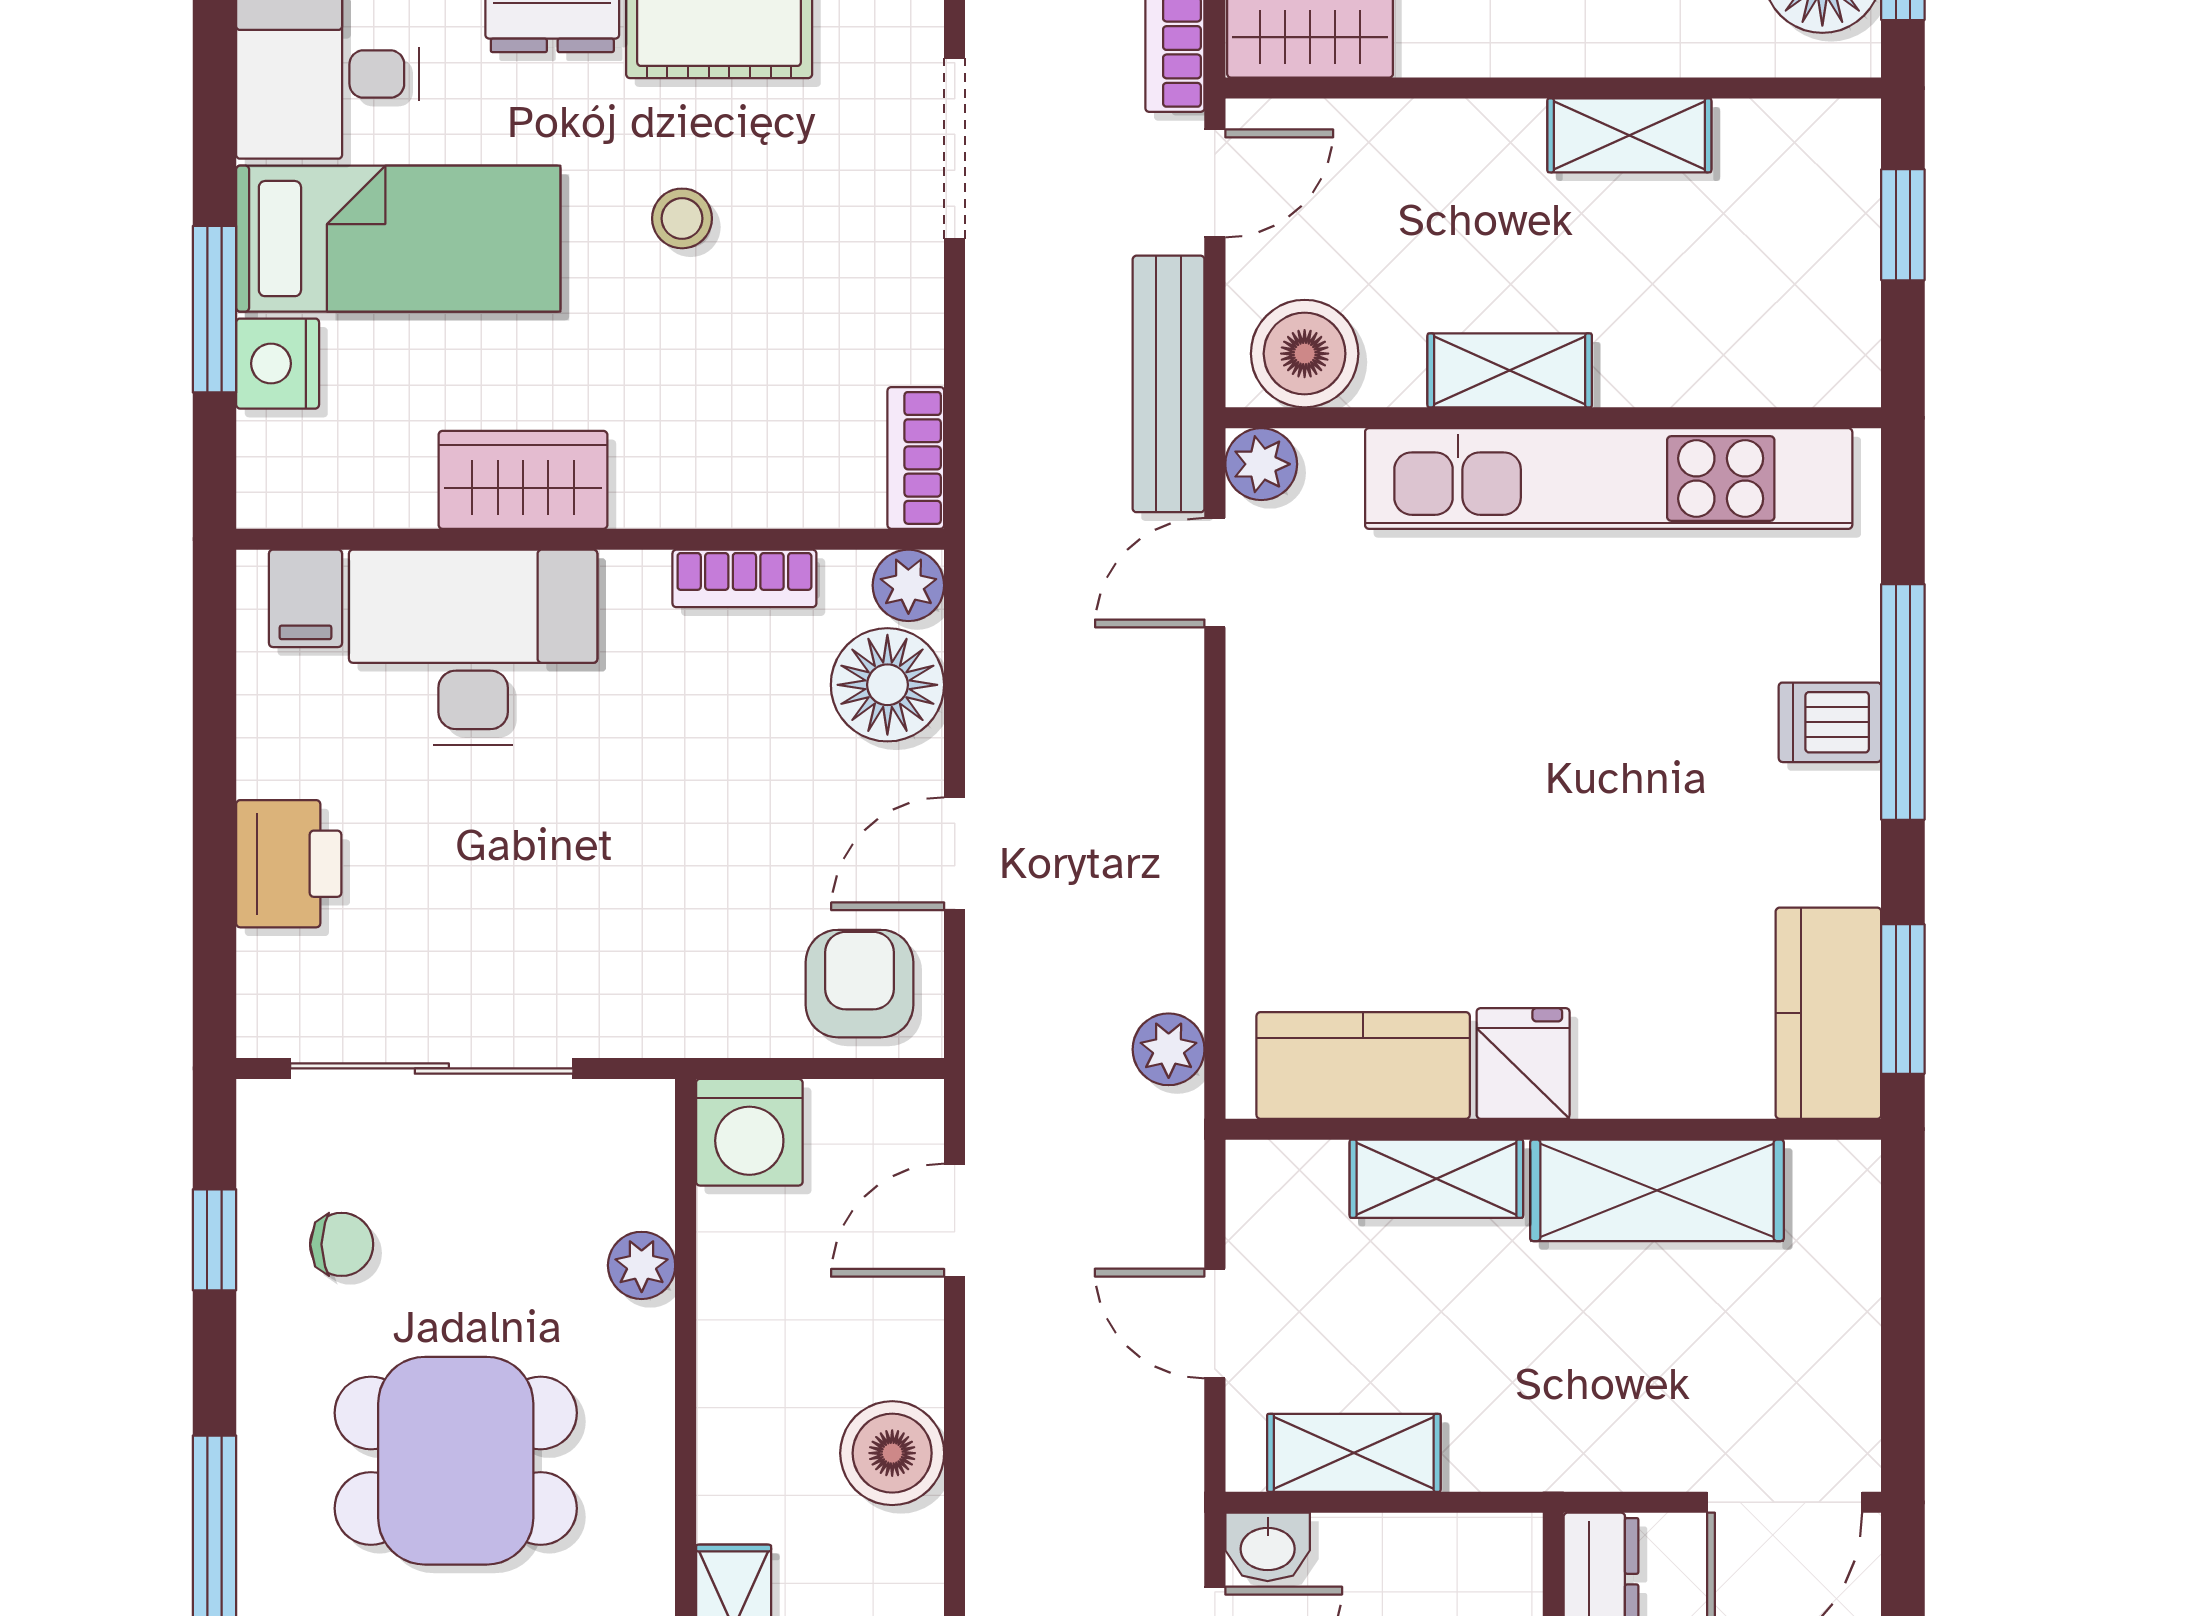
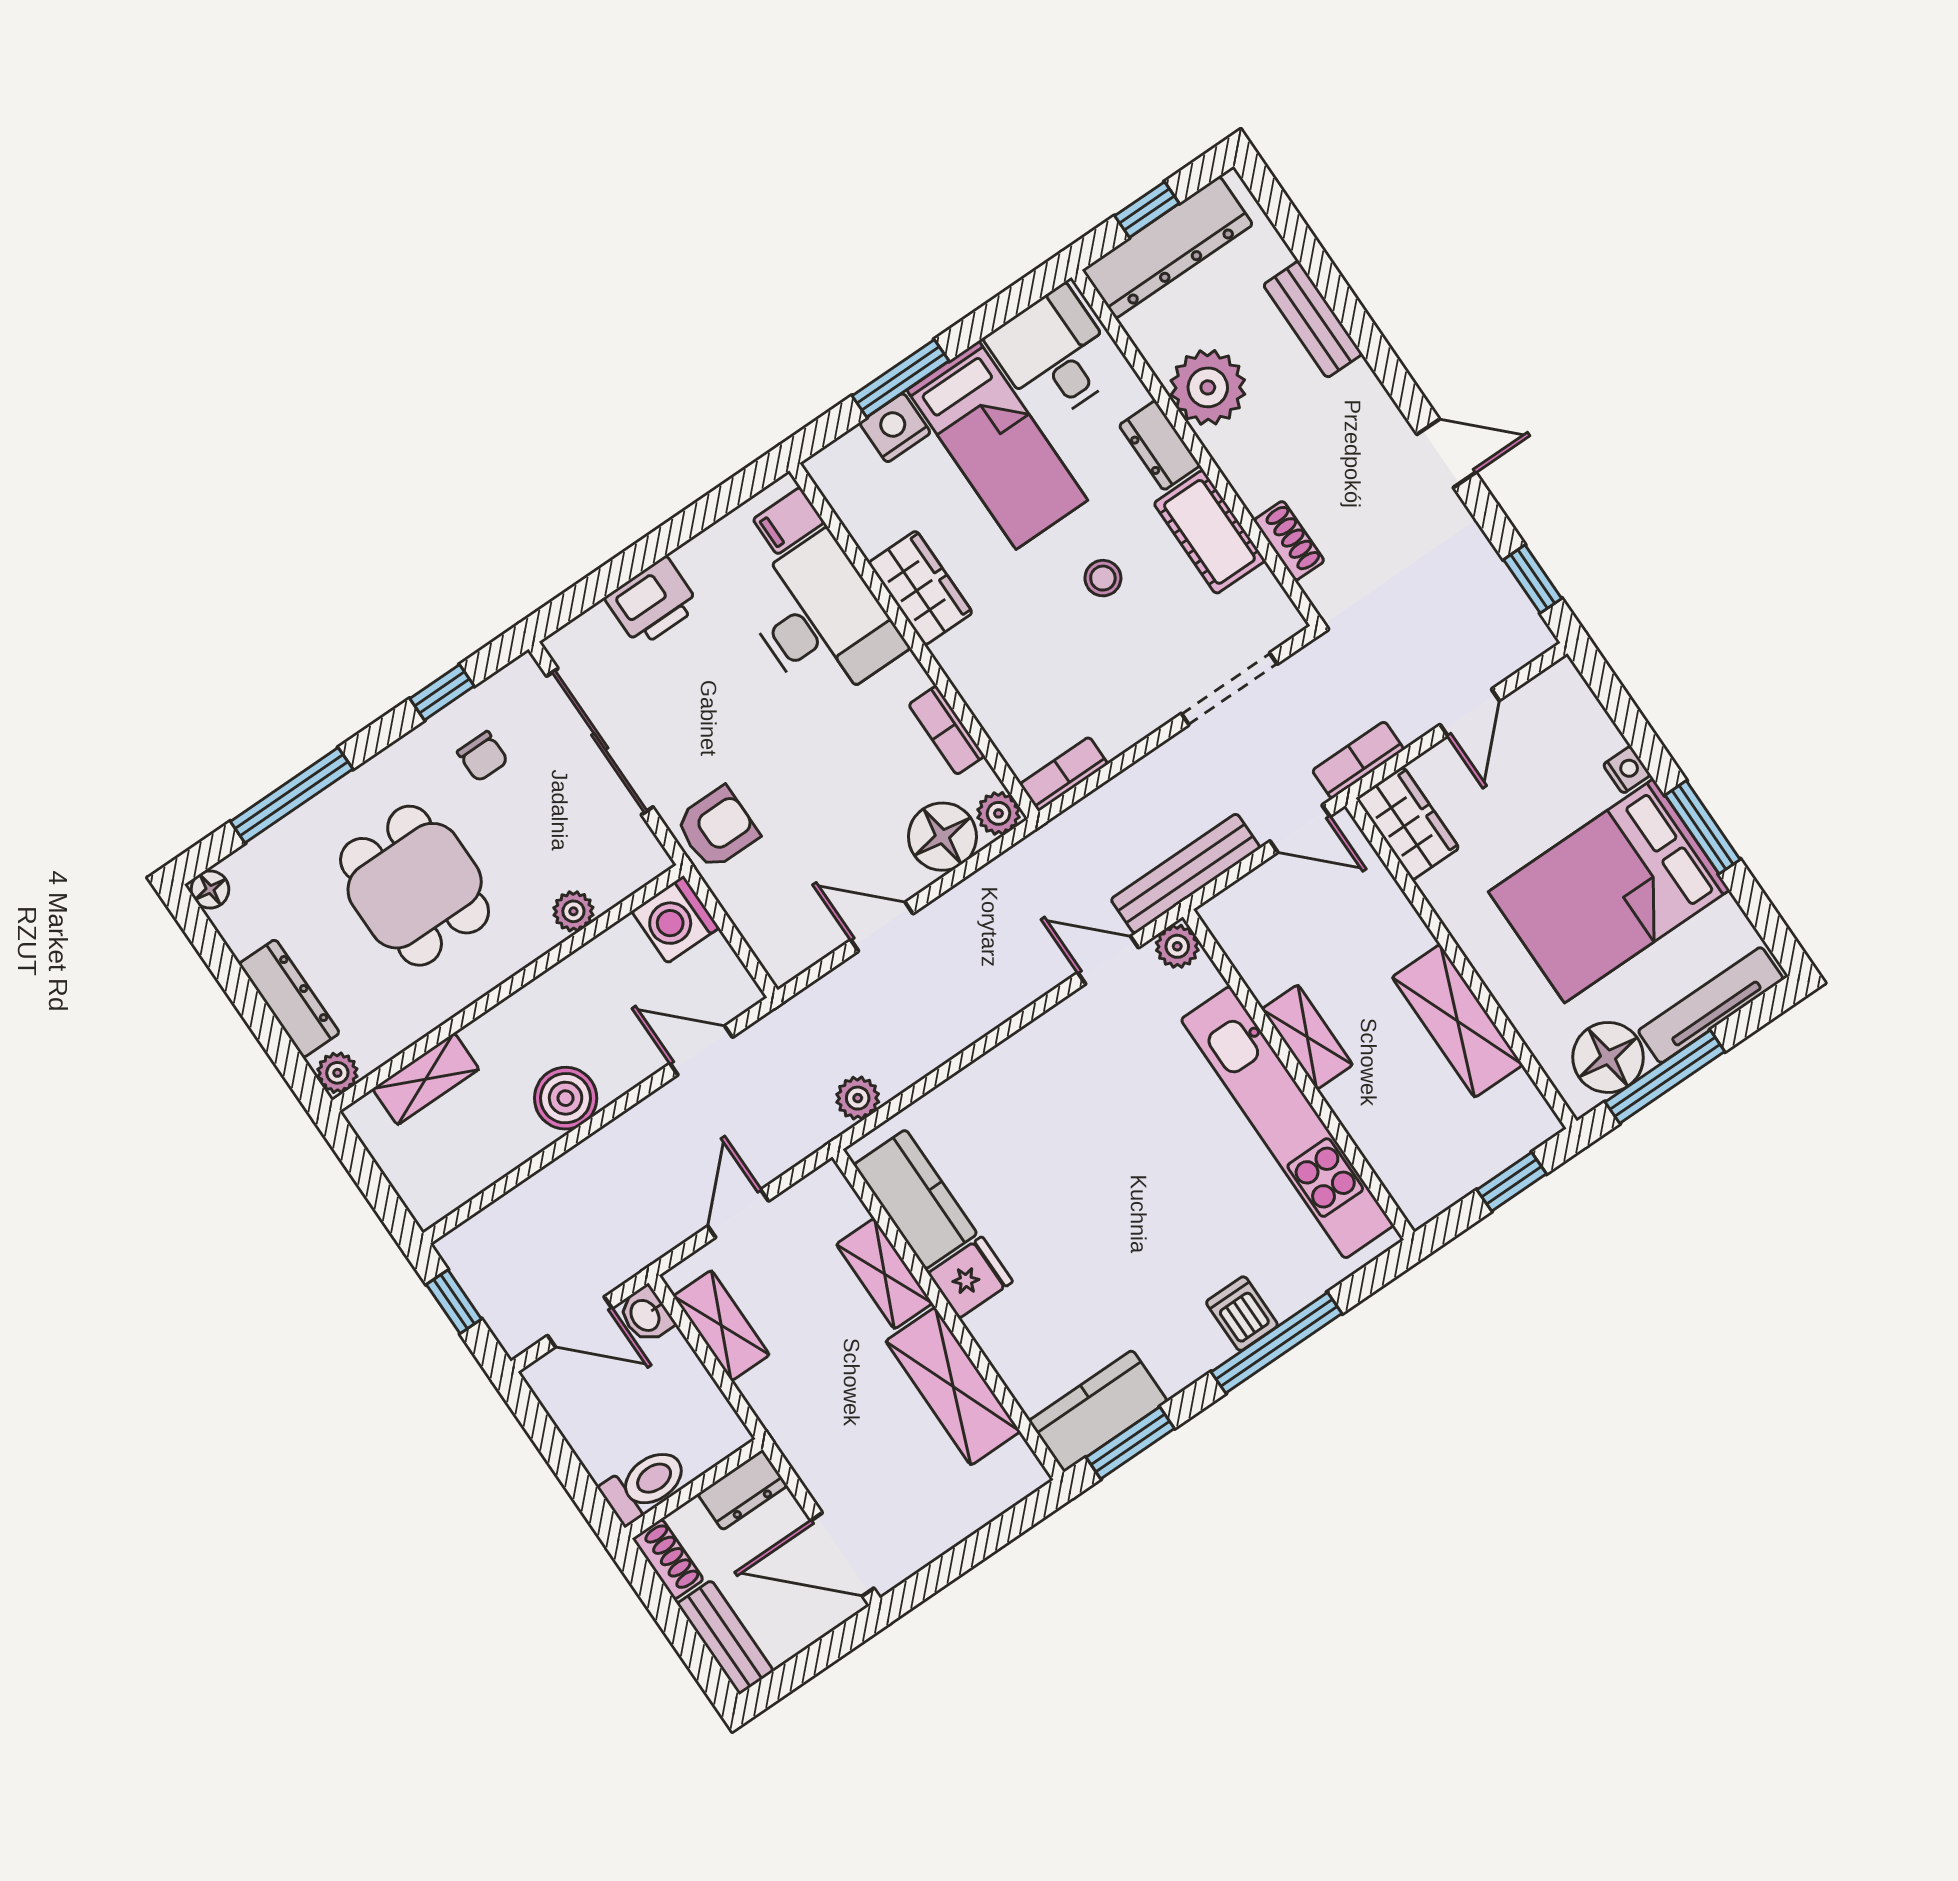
shelving: (1629, 135) -> (1457, 1021), width x1.50, depth x1.33
boiler: (1305, 354) -> (1246, 930), removed
armchair: (859, 984) -> (717, 828), moved

